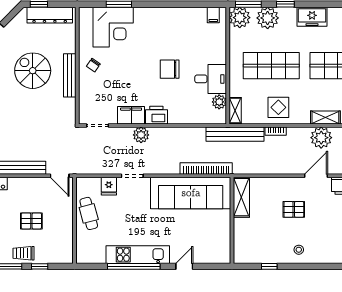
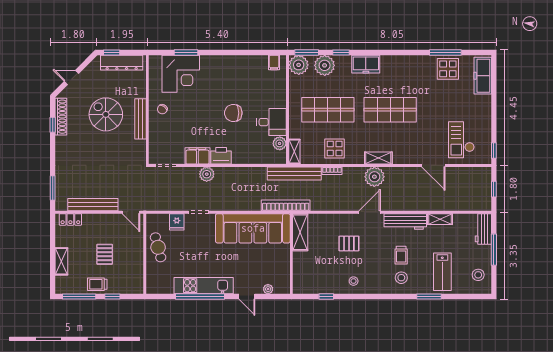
bookcase: (206, 168) -> (286, 205), moved
pallet: (31, 221) -> (105, 254), turned 90
plant: (207, 258) -> (268, 289), added
door: (184, 266) -> (247, 297), swing flipped

